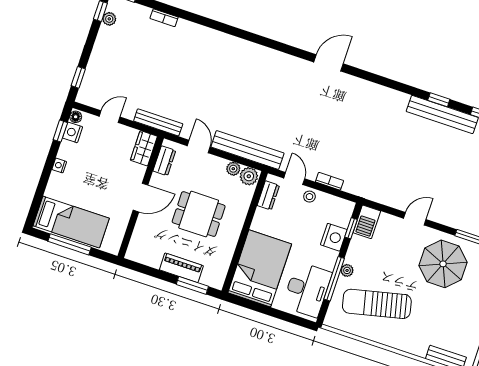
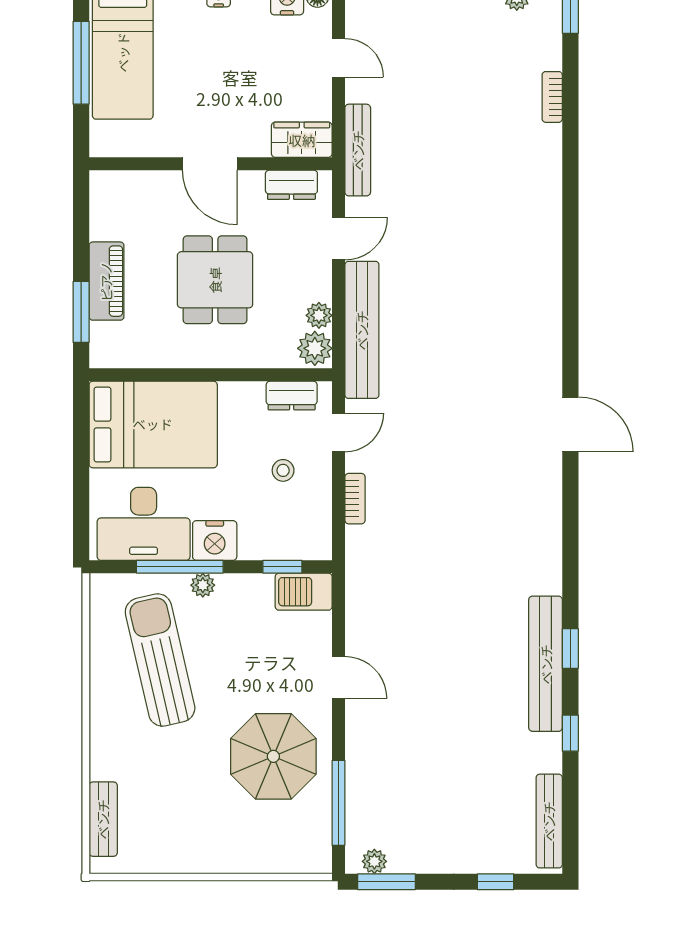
stool: (309, 197) -> (283, 470), moved
nightstand: (334, 237) -> (215, 540), moved

